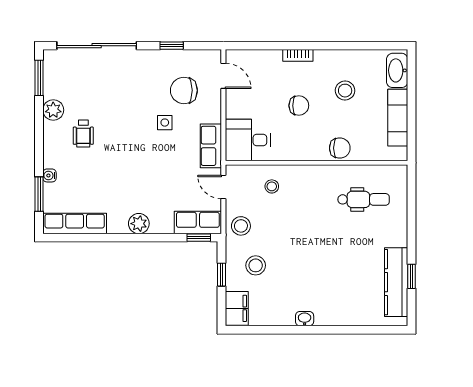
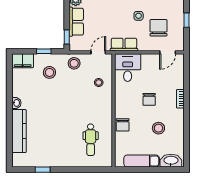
row of seats: (198, 222) -> (76, 22), moved
kitchen counter: (396, 282) -> (19, 131), moved, turned 90

